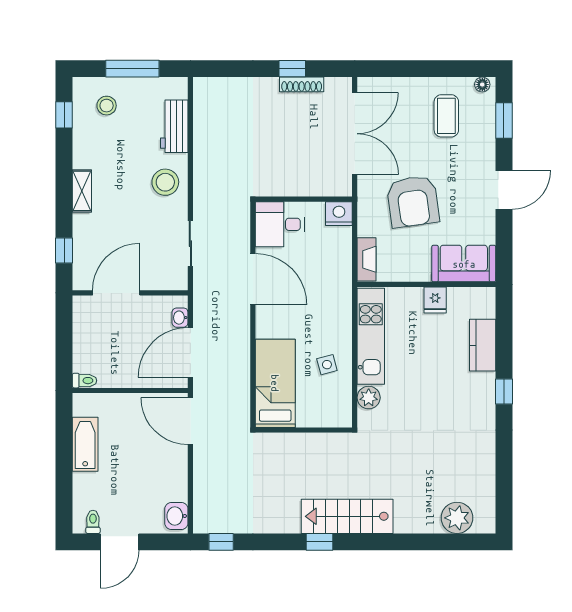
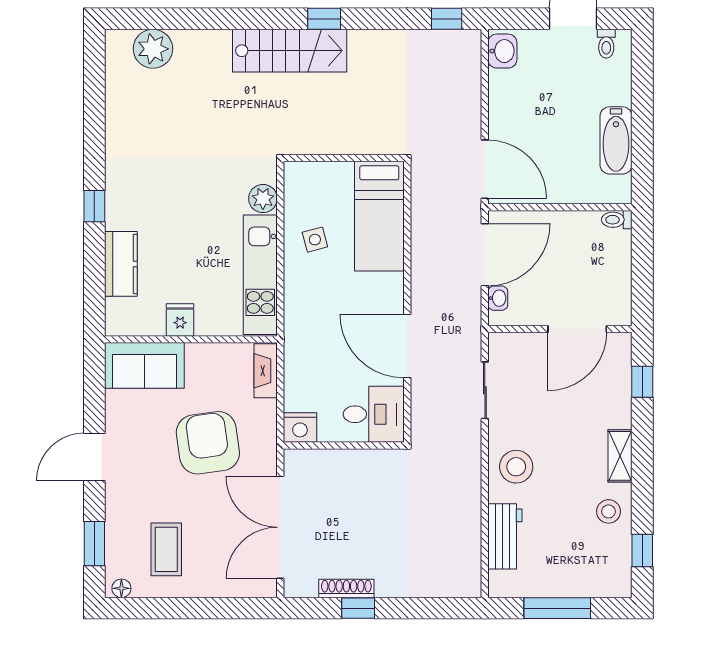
stool: (107, 106) -> (608, 511), moved

